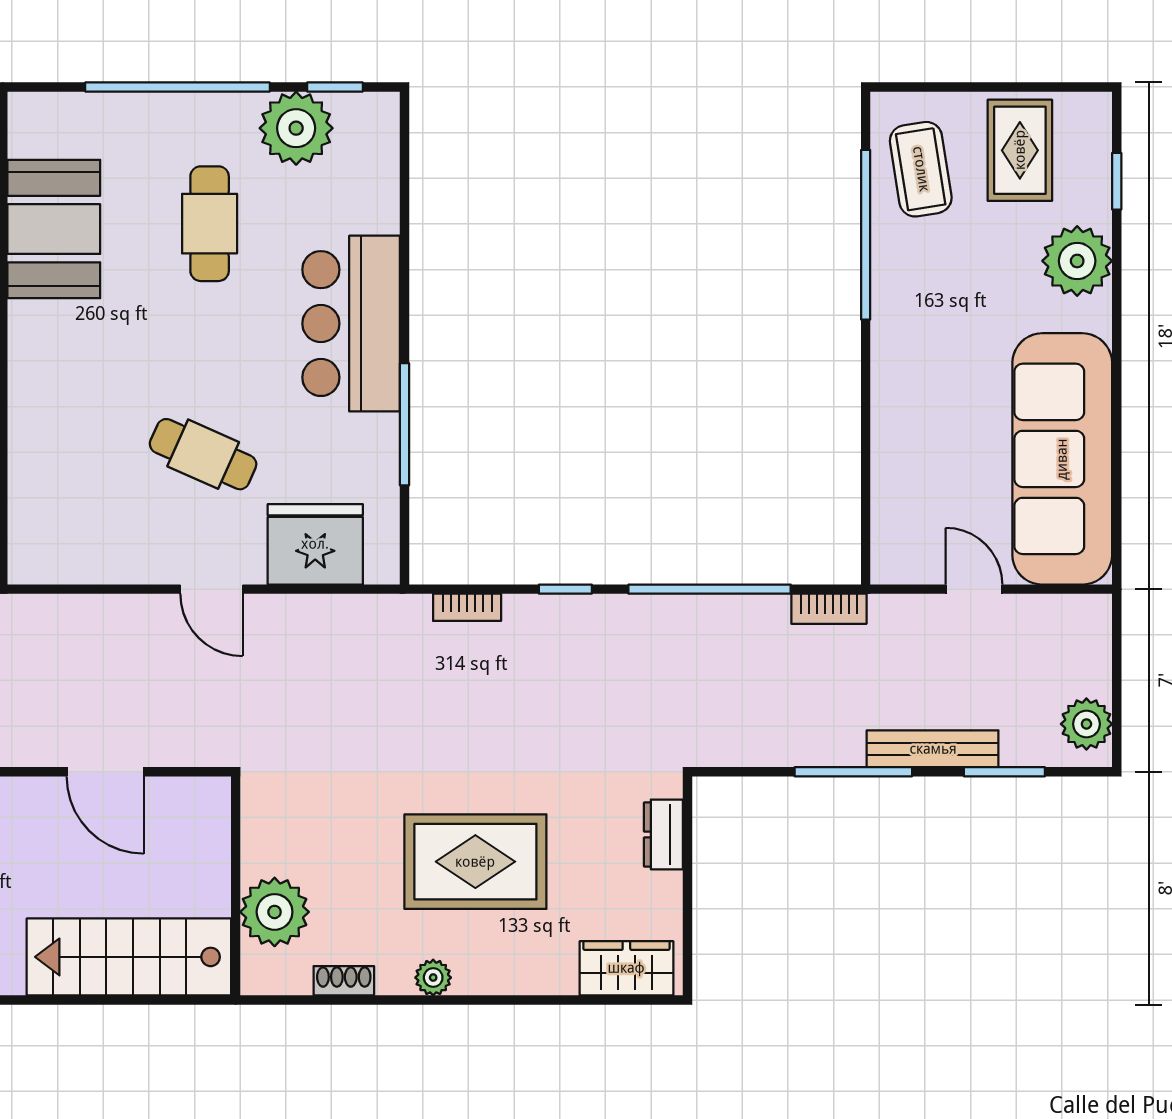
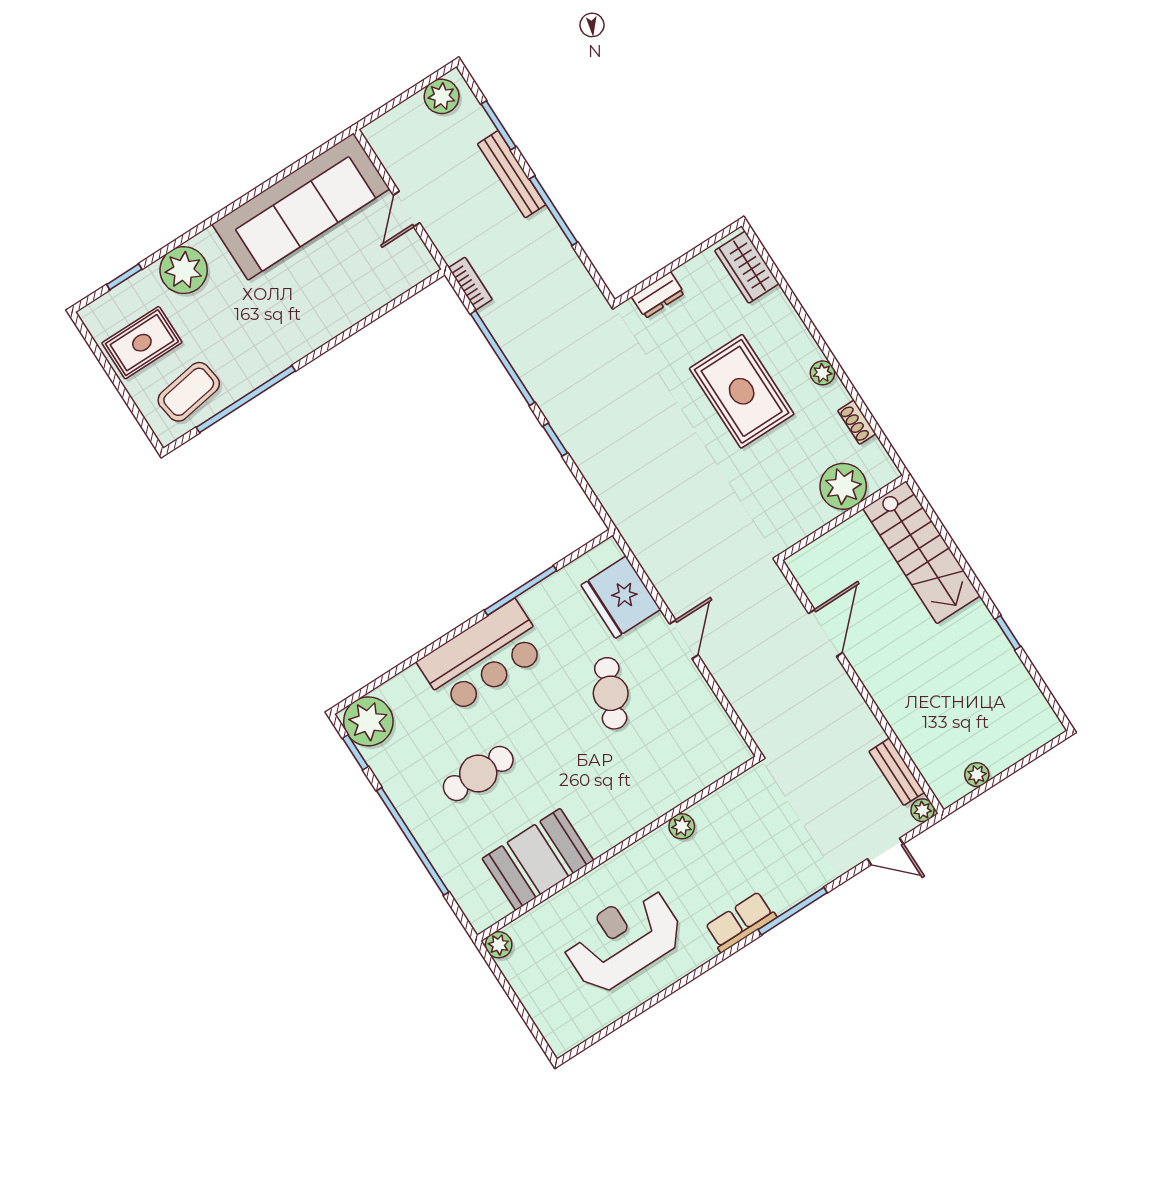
plant: (296, 128) -> (368, 721), moved
bookcase: (467, 607) -> (601, 489), removed

